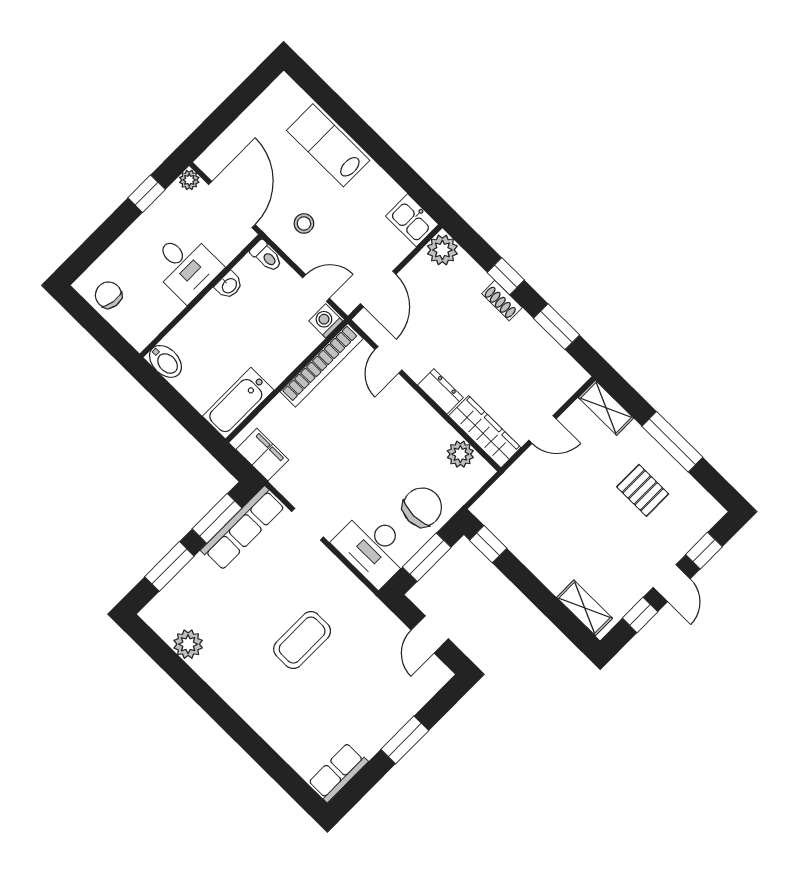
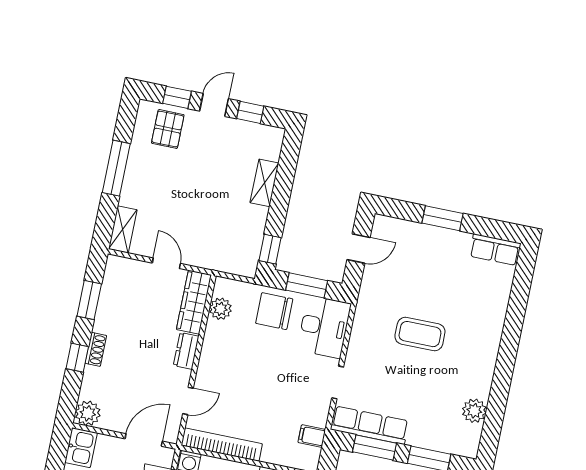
filing cabinet: (262, 455) -> (312, 436), width x0.50
pallet: (643, 490) -> (168, 129), moved
shelving: (585, 608) -> (264, 183), moved

